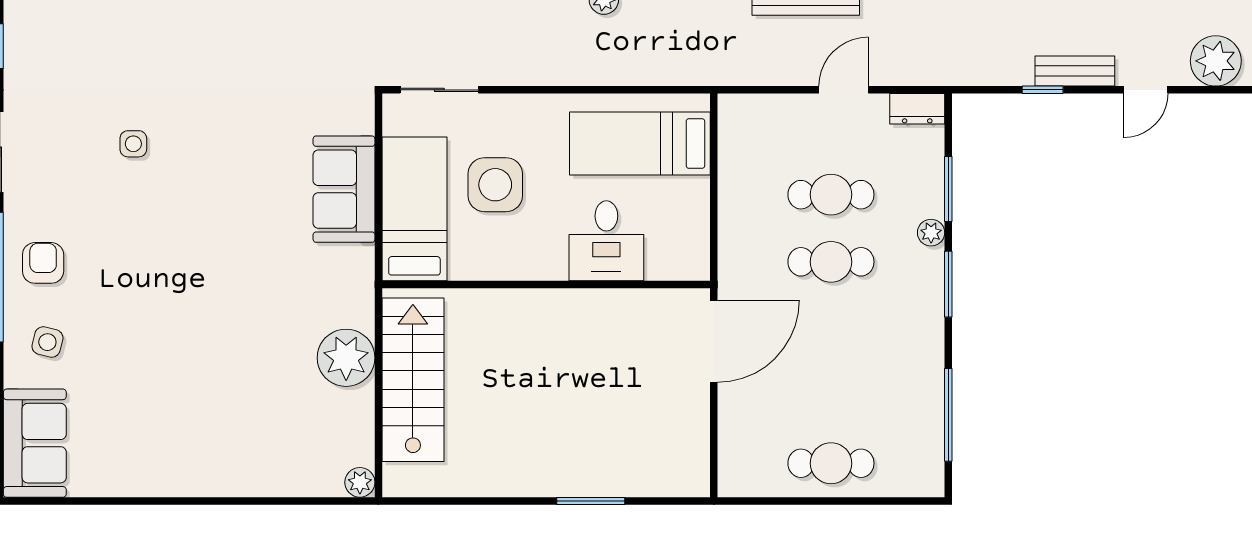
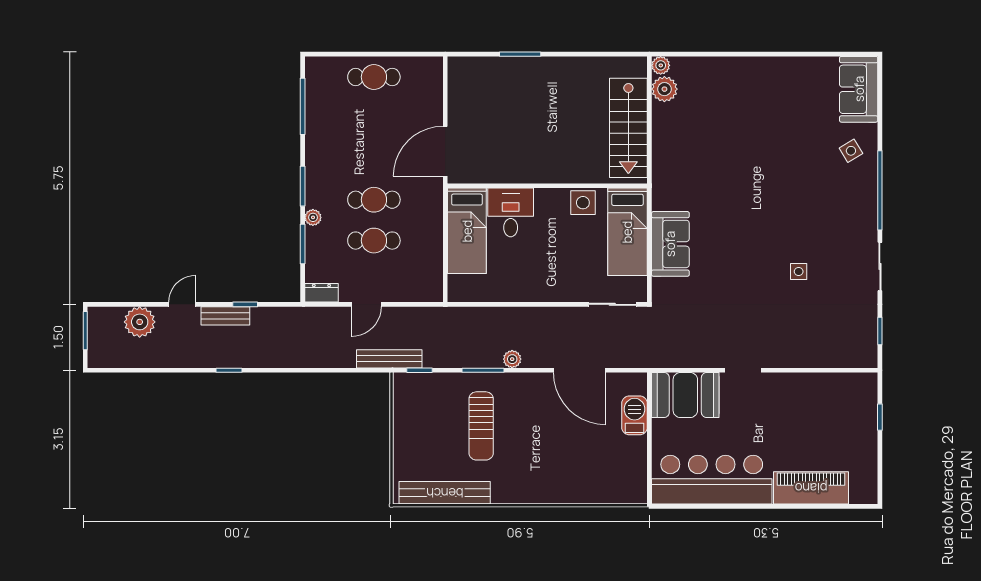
bed: (640, 143) -> (467, 231), moved, turned 90
side table: (495, 185) -> (583, 203), moved, width x0.73, depth x0.73
armchair: (43, 263) -> (854, 199), removed
side table: (47, 342) -> (851, 151), turned 45
plant: (346, 358) -> (664, 89), moved, width x0.73, depth x0.73

